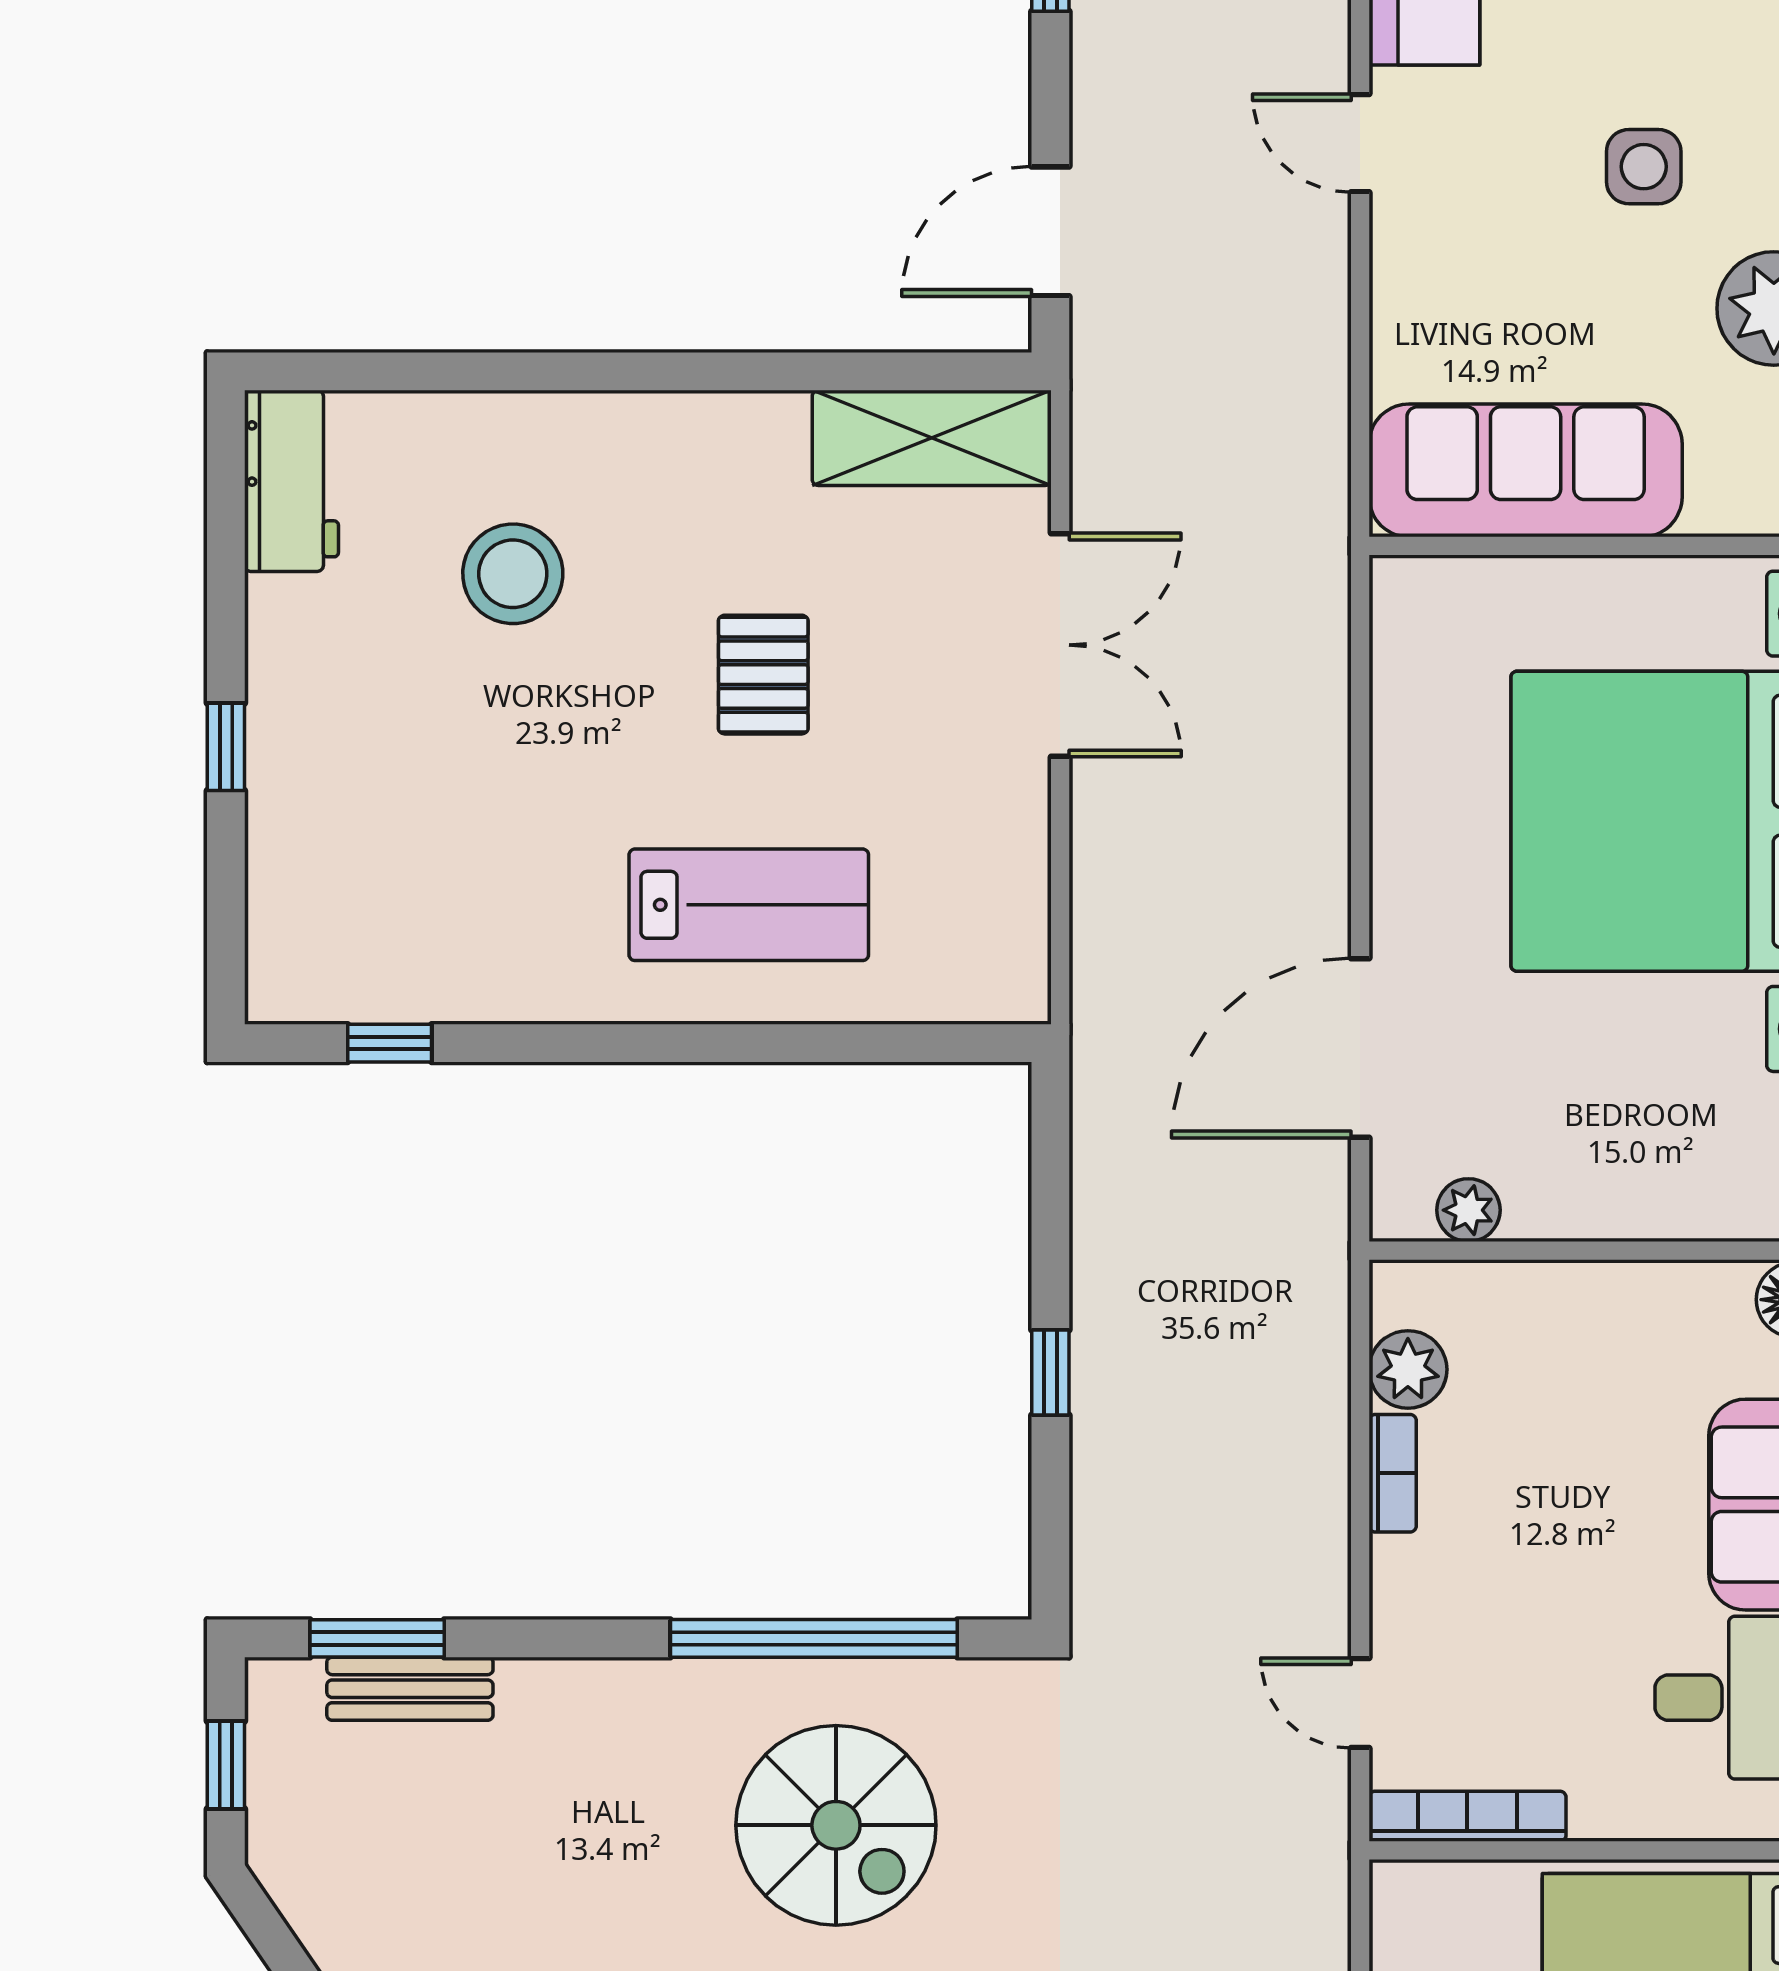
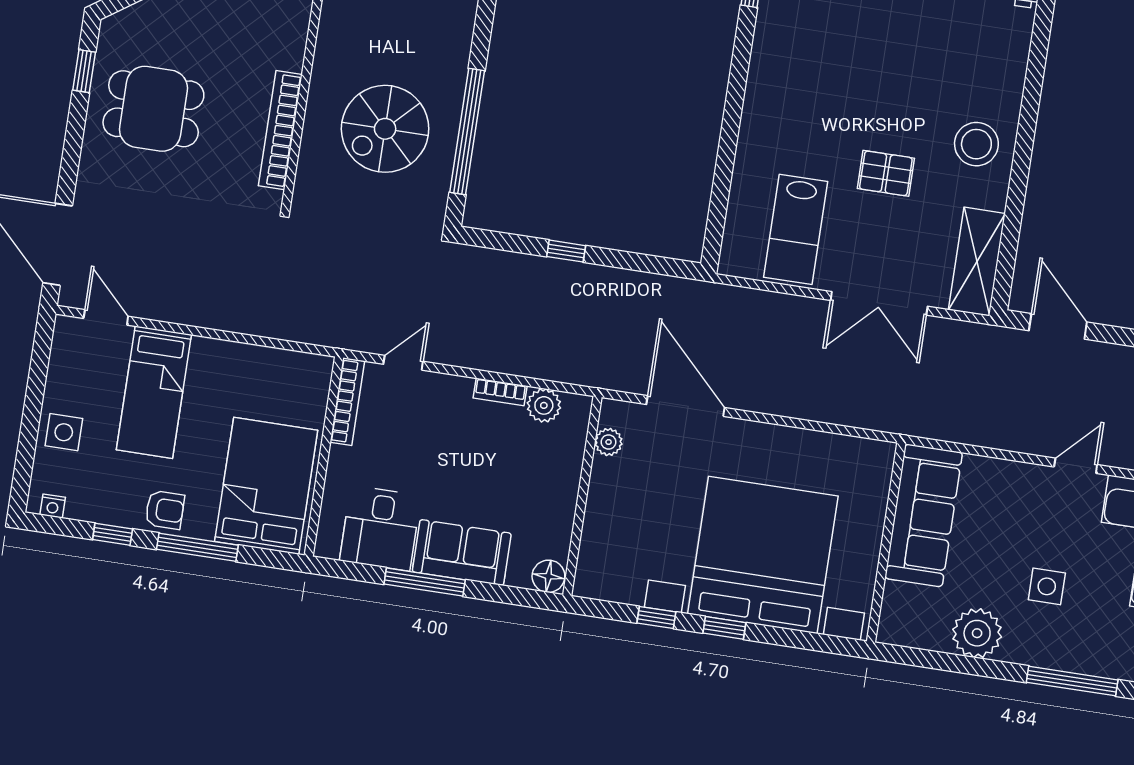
stool: (513, 574) -> (976, 144), moved
lab bench: (749, 905) -> (796, 229), moved

